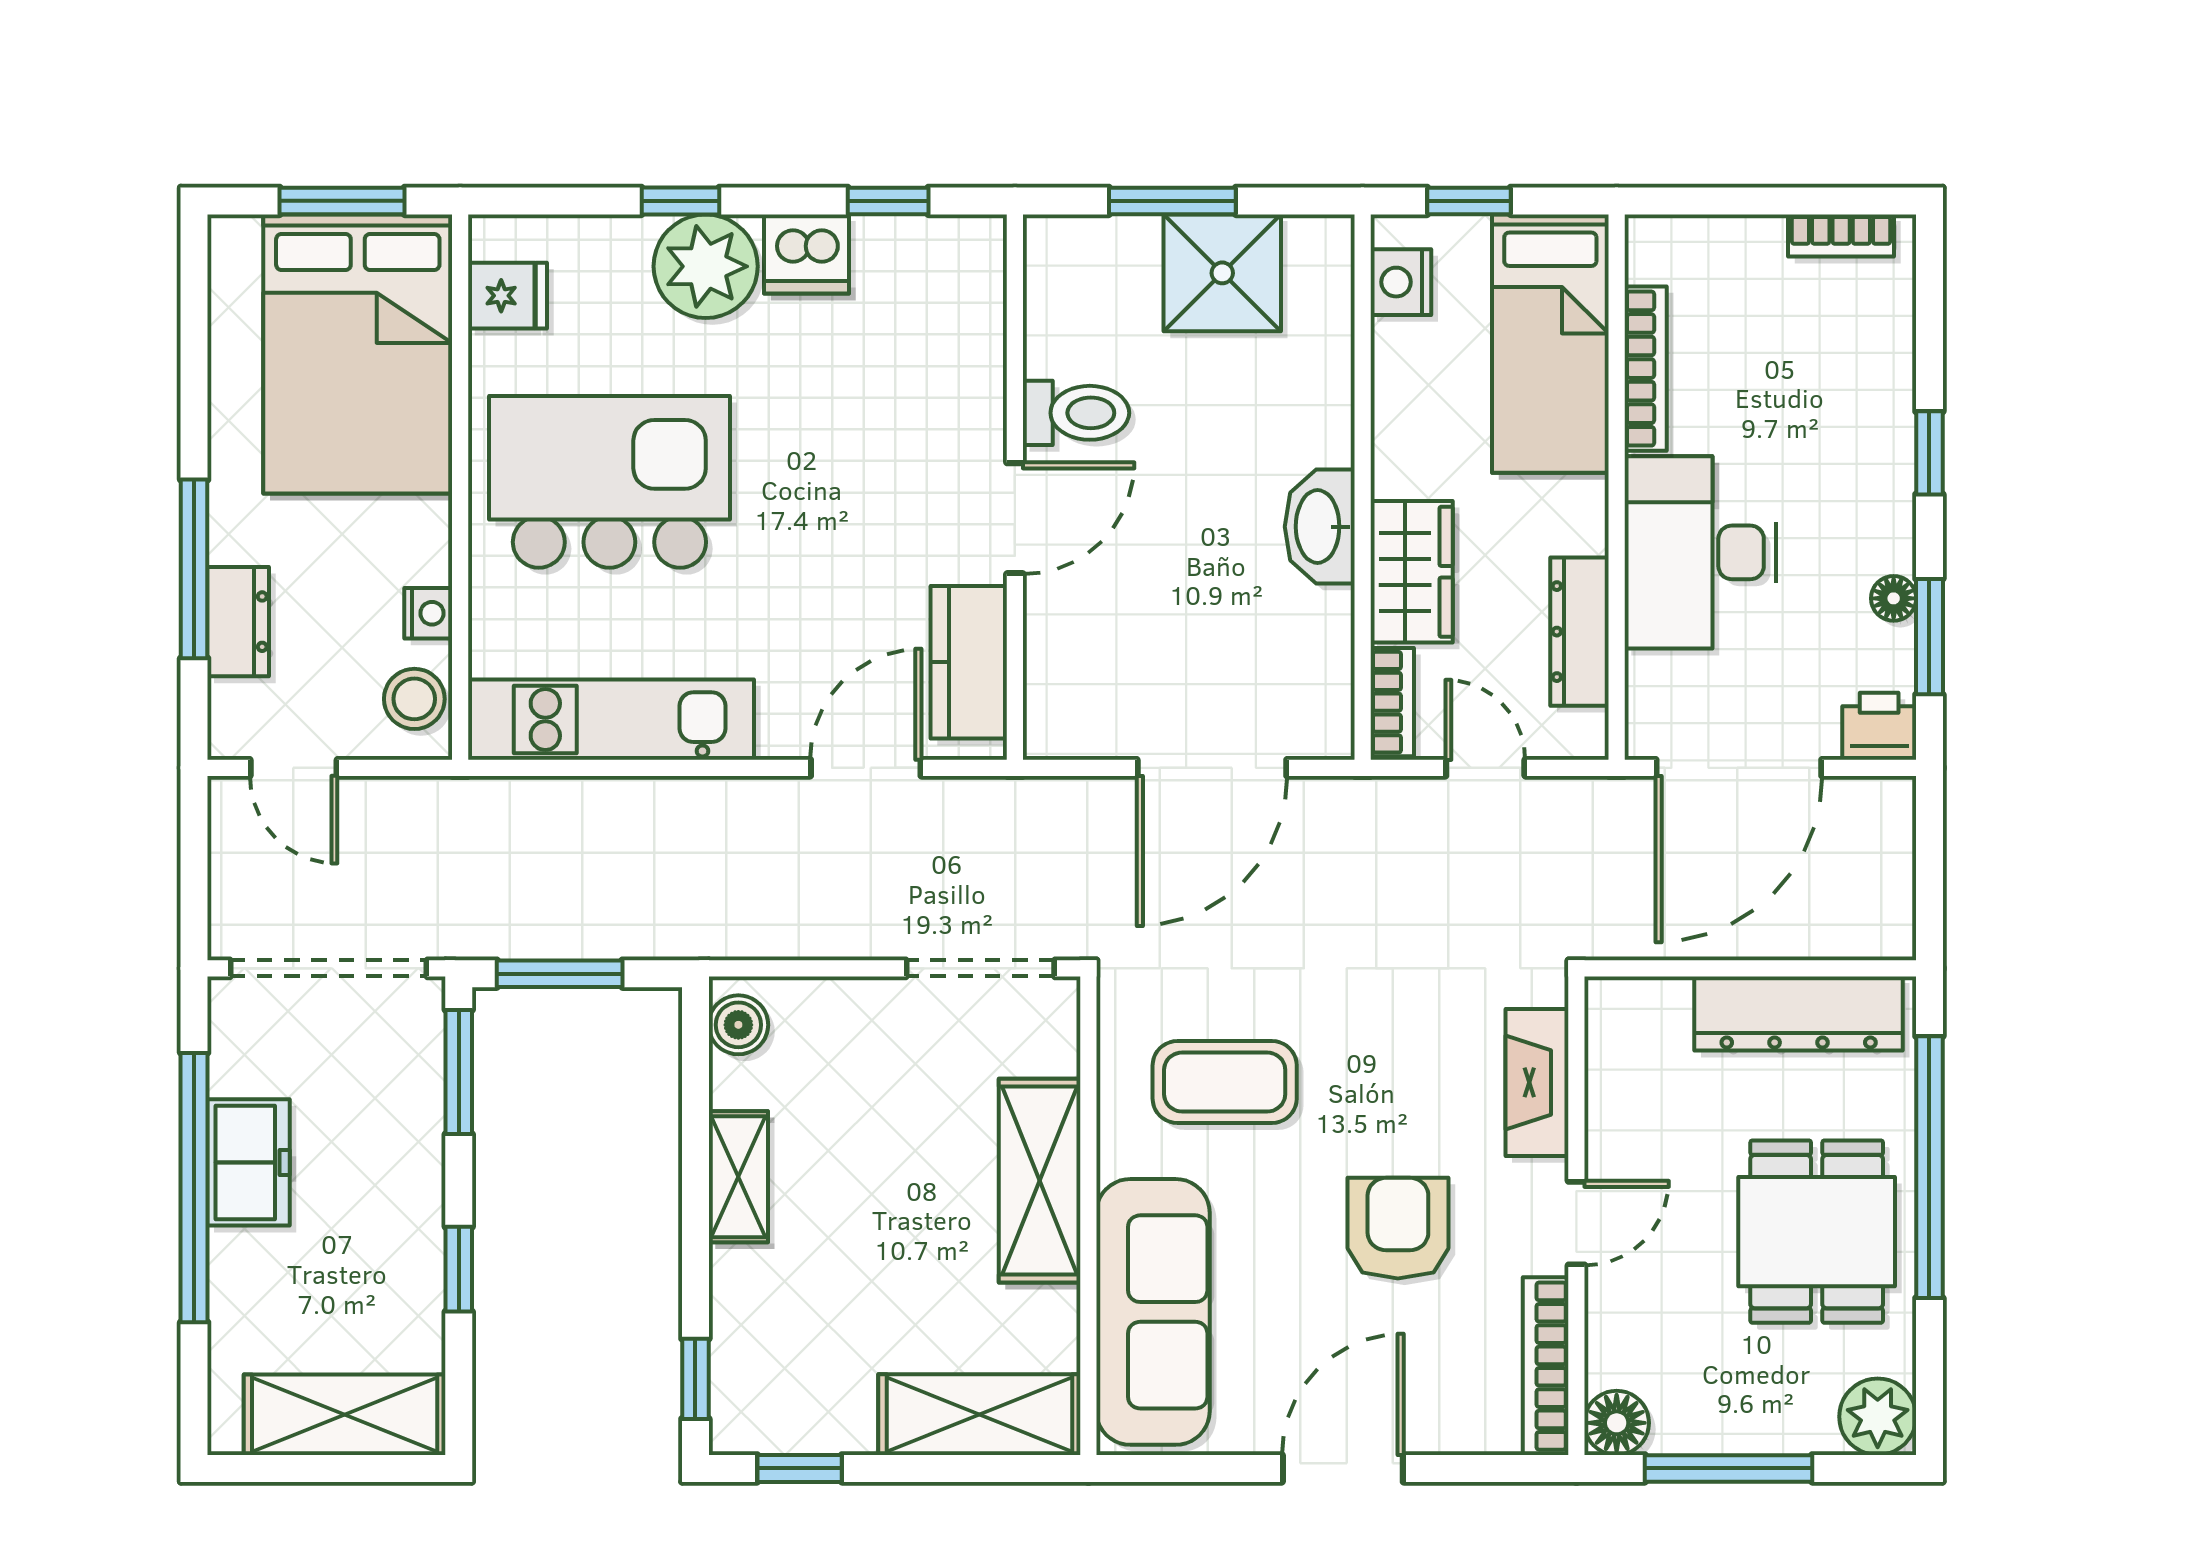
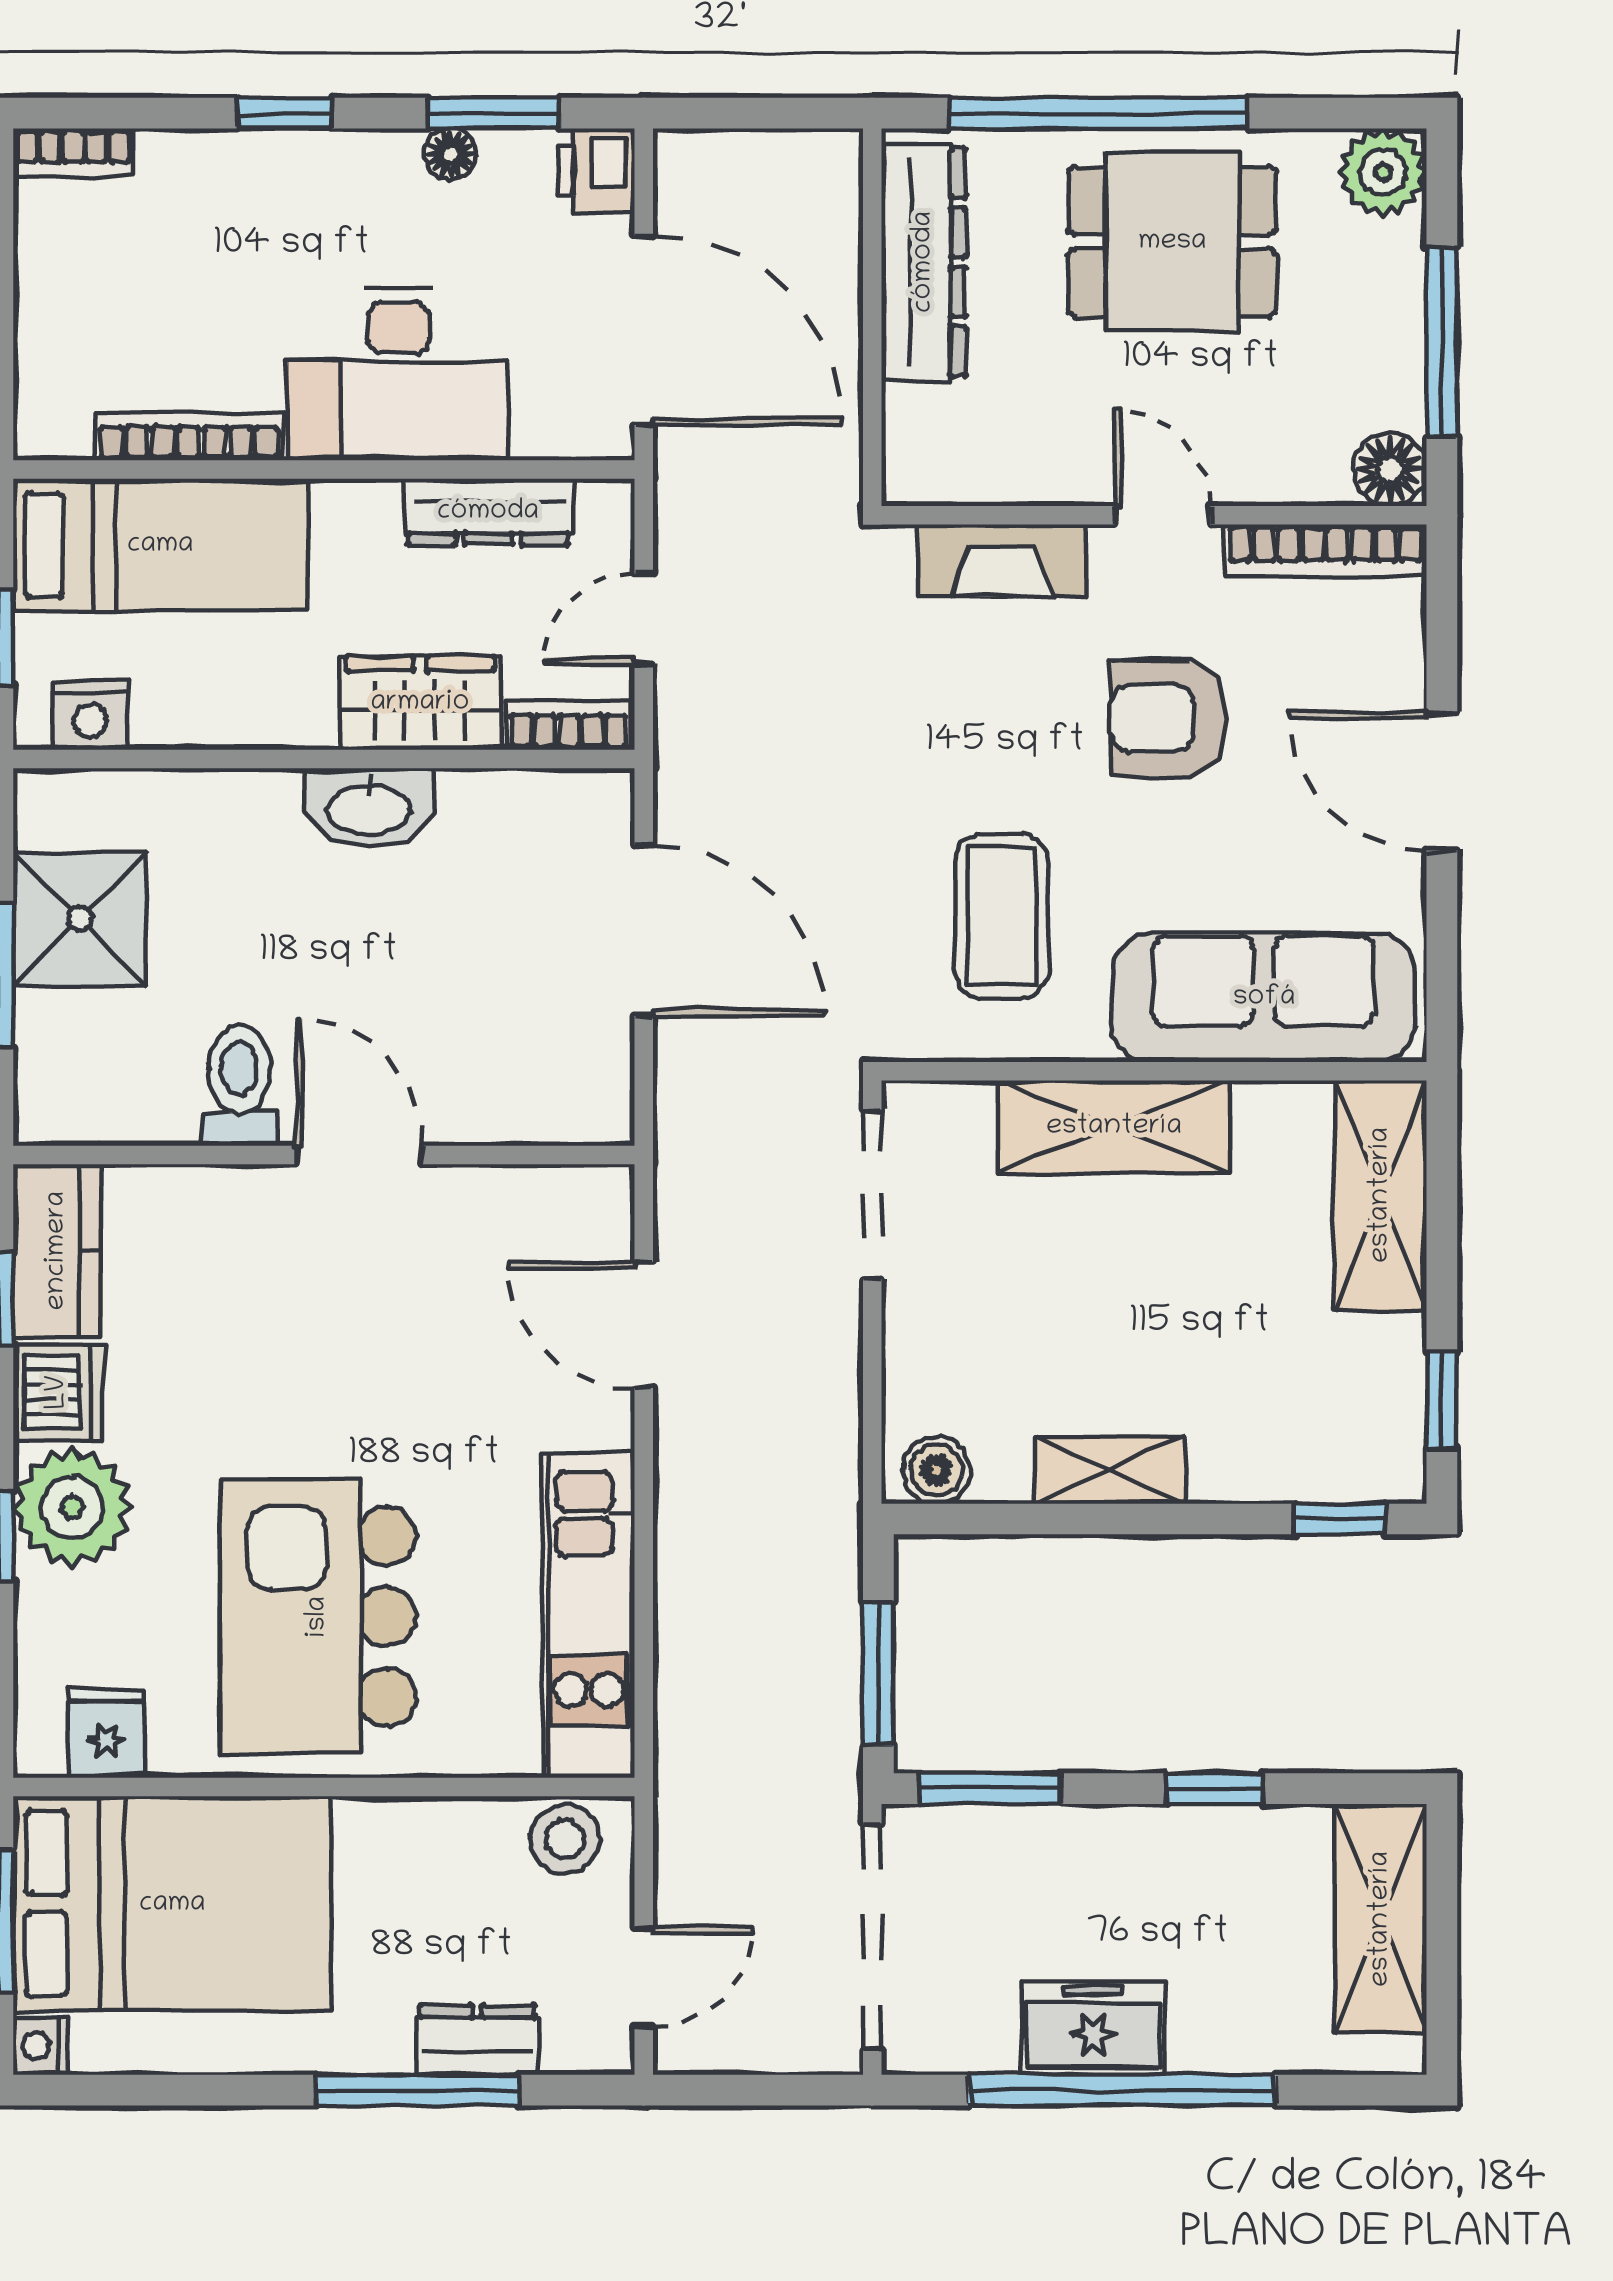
bookcase: (1841, 235) -> (73, 152), moved, turned 90
nightstand: (428, 613) -> (40, 2046), moved, turned -90
kitchen counter: (969, 662) -> (57, 1251), moved, turned -90

